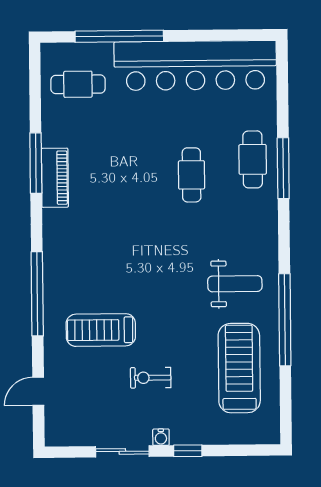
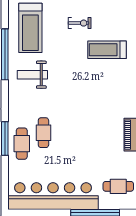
cafe table: (192, 175) -> (43, 133), moved
treadmill: (101, 330) -> (107, 50), turned 180

